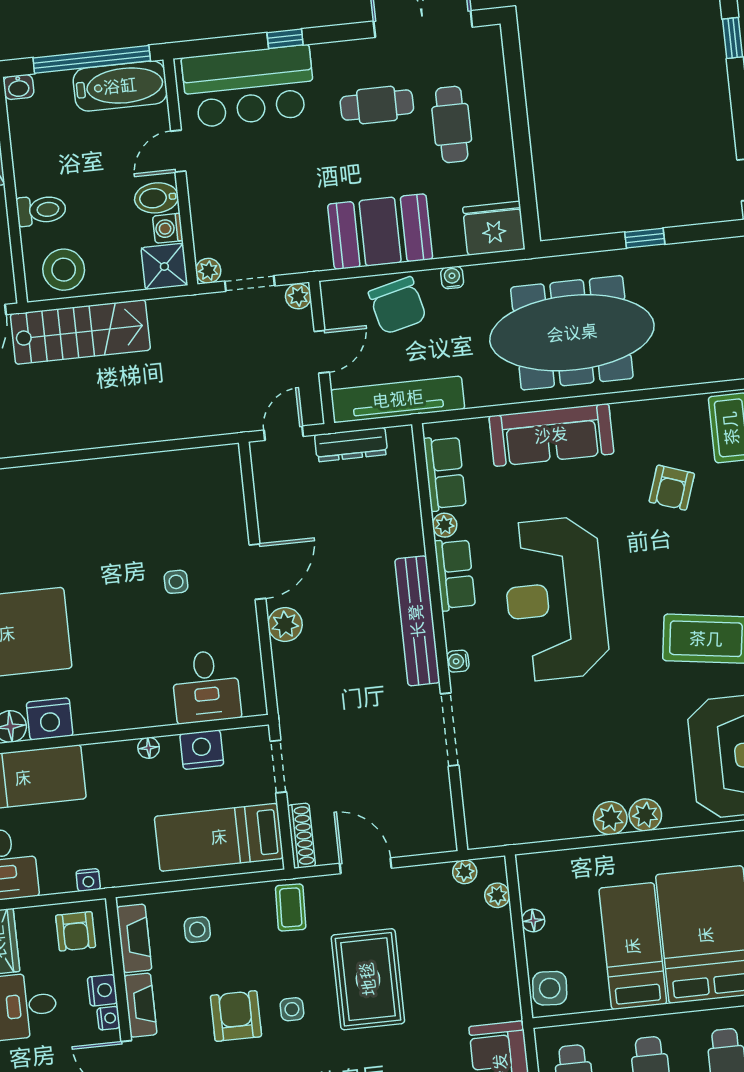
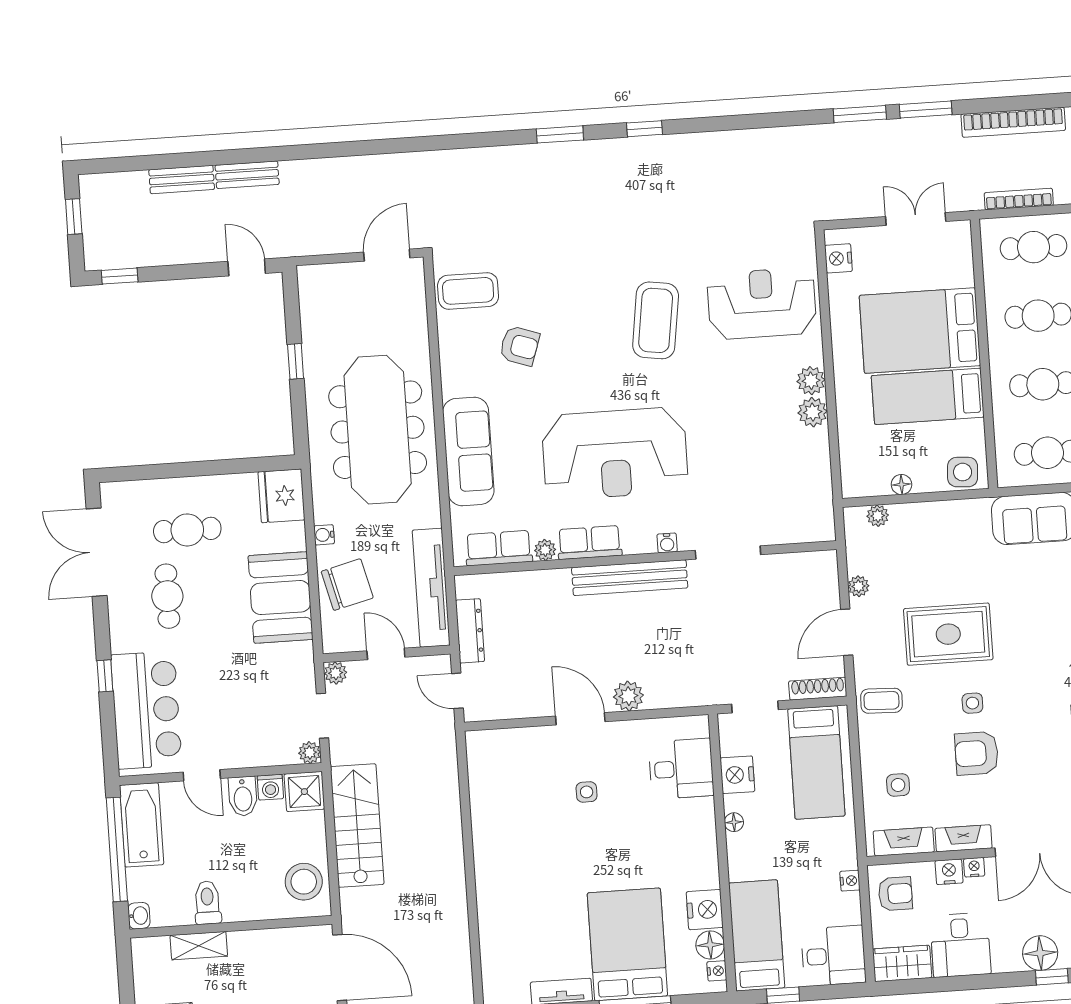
toilet: (41, 210) -> (207, 903), moved
stairs: (80, 332) -> (357, 826), moved
plant: (465, 872) -> (858, 586), moved

